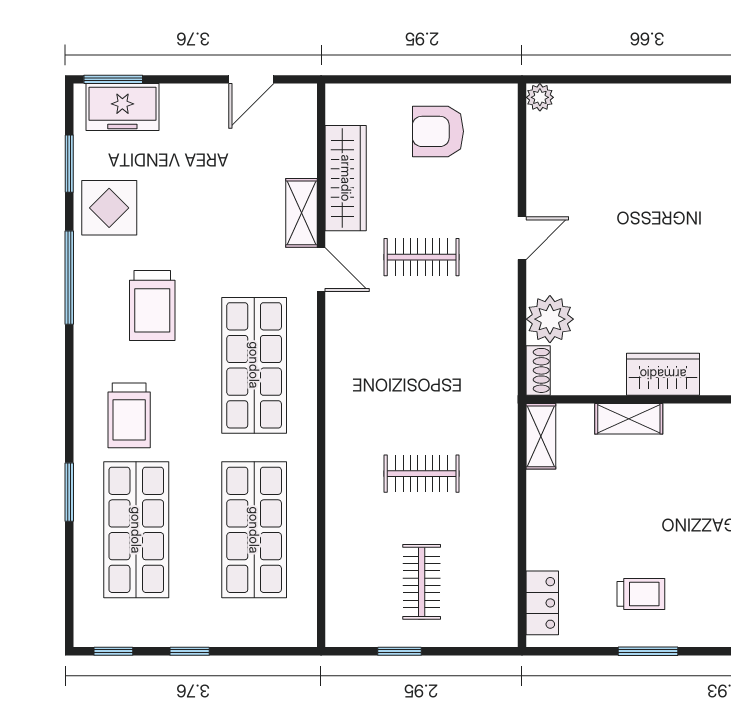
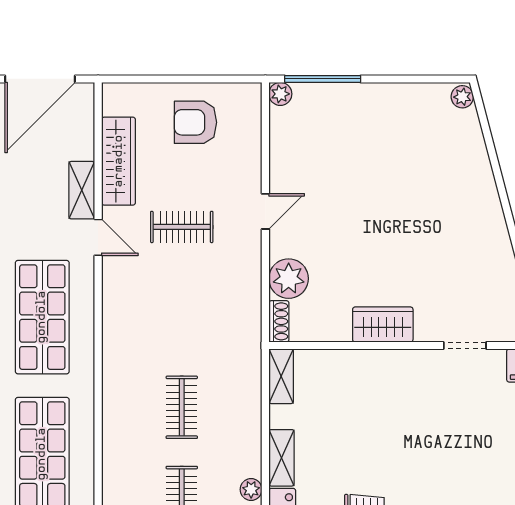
door: (251, 79) -> (40, 79), width x1.87
window: (591, 79) -> (323, 79), added
shelving: (629, 419) -> (281, 458), moved, turned 90
clothes rail: (422, 474) -> (182, 407), turned 90
plant: (505, 572) -> (251, 490), added

